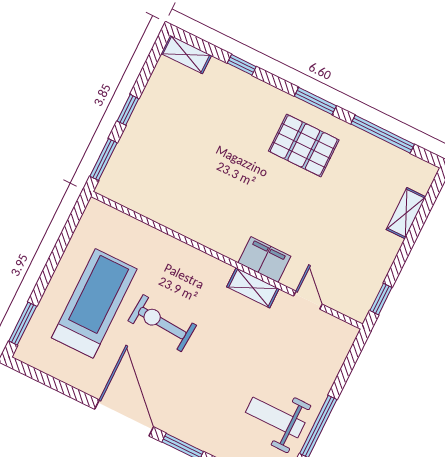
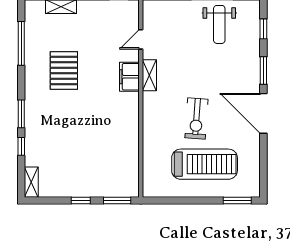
window: (315, 101) -> (21, 114), moved
pallet: (304, 145) -> (64, 70), moved
treadmill: (94, 303) -> (205, 164), turned 180
door: (124, 418) -> (263, 113), hinge flipped

